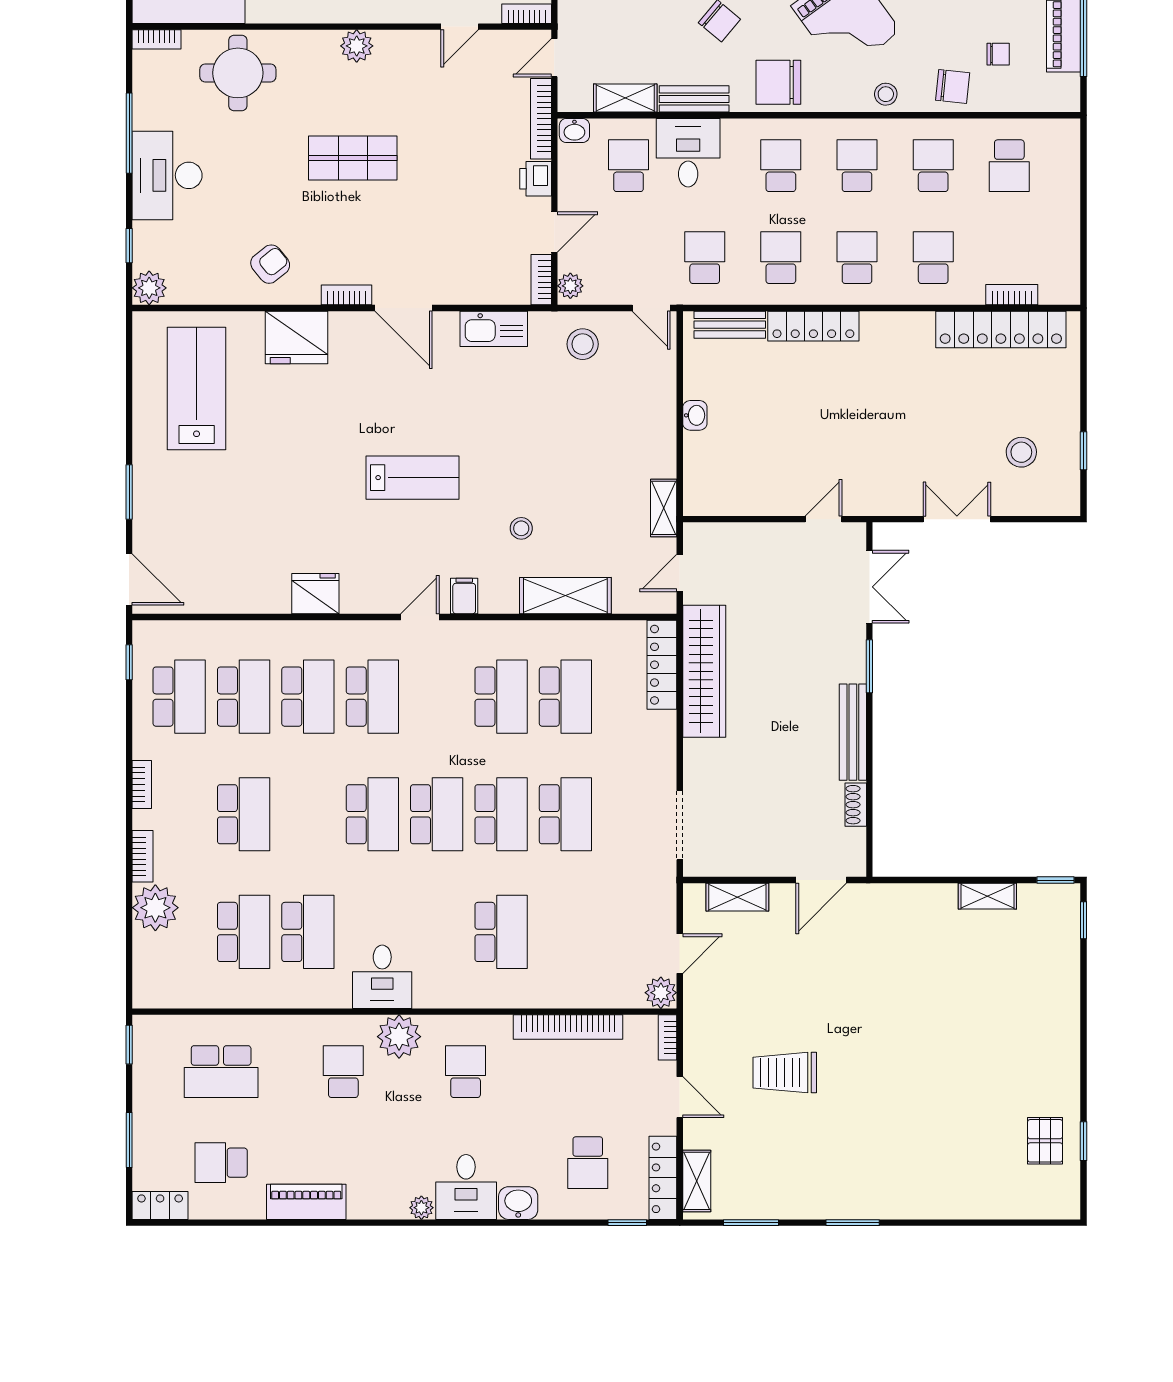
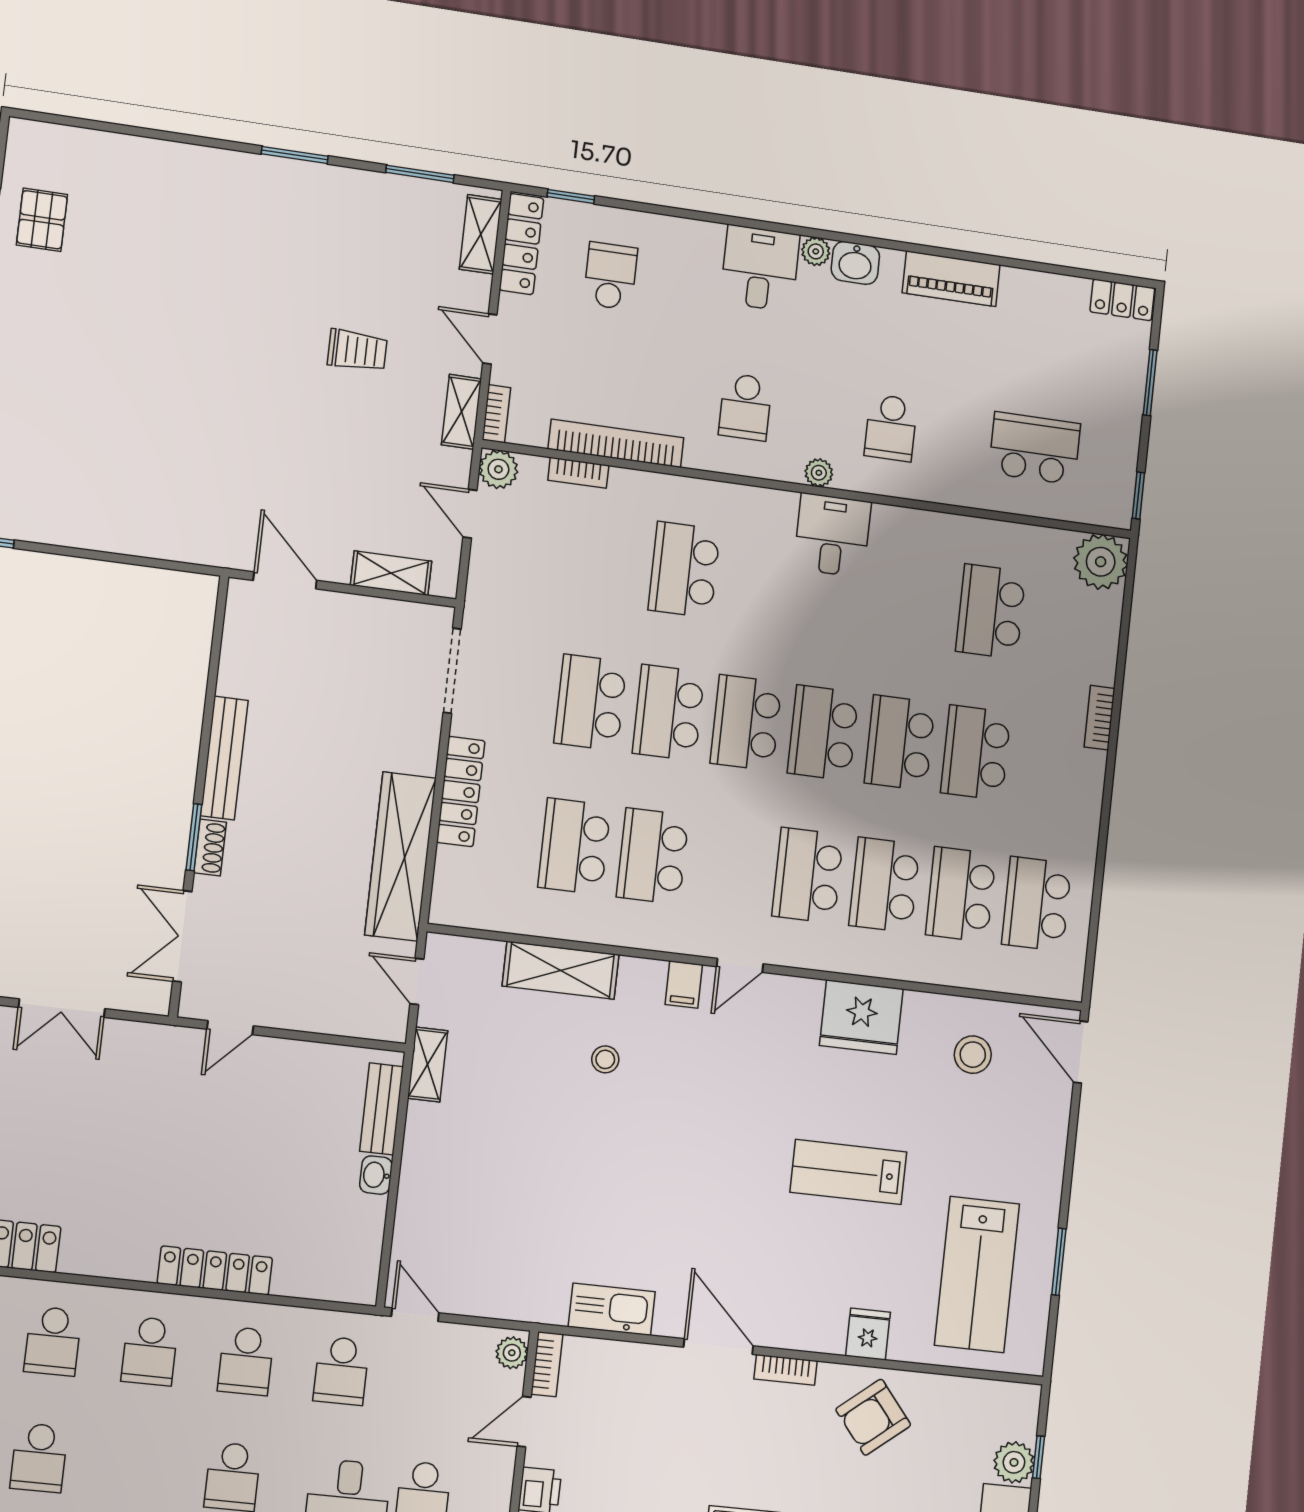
school desk: (857, 166) -> (136, 1467), removed
armchair: (270, 264) -> (873, 1417), width x1.38, depth x1.38
plant: (149, 288) -> (1014, 1462), moved
bench: (730, 325) -> (381, 1109), moved, turned 90
fridge: (296, 337) -> (868, 1334), width x0.53, depth x0.75
stool: (583, 344) -> (973, 1055), moved
lab bench: (412, 478) -> (848, 1172), moved
window: (129, 492) -> (1059, 1262), moved
door: (680, 573) -> (417, 981), swing flipped
fridge: (315, 594) -> (861, 1017), width x1.36, depth x1.34
window: (129, 662) -> (1091, 952), removed
locker: (662, 665) -> (461, 791), moved
bookcase: (142, 785) -> (578, 473), moved, turned -90
shoe rack: (856, 805) -> (210, 848), moved
door: (821, 880) -> (285, 580), hinge flipped
shelving: (987, 896) -> (461, 412), moved, turned 90
plant: (155, 908) -> (1101, 562), moved
school desk: (308, 932) -> (900, 743), moved
door: (680, 954) -> (470, 514), hinge flipped
plant: (399, 1037) -> (819, 473), width x0.53, depth x0.53
trolley: (785, 1073) -> (357, 350), width x0.73, depth x0.72
school desk: (221, 1163) -> (1046, 340), removed
washbasin: (518, 1203) -> (855, 263), moved

